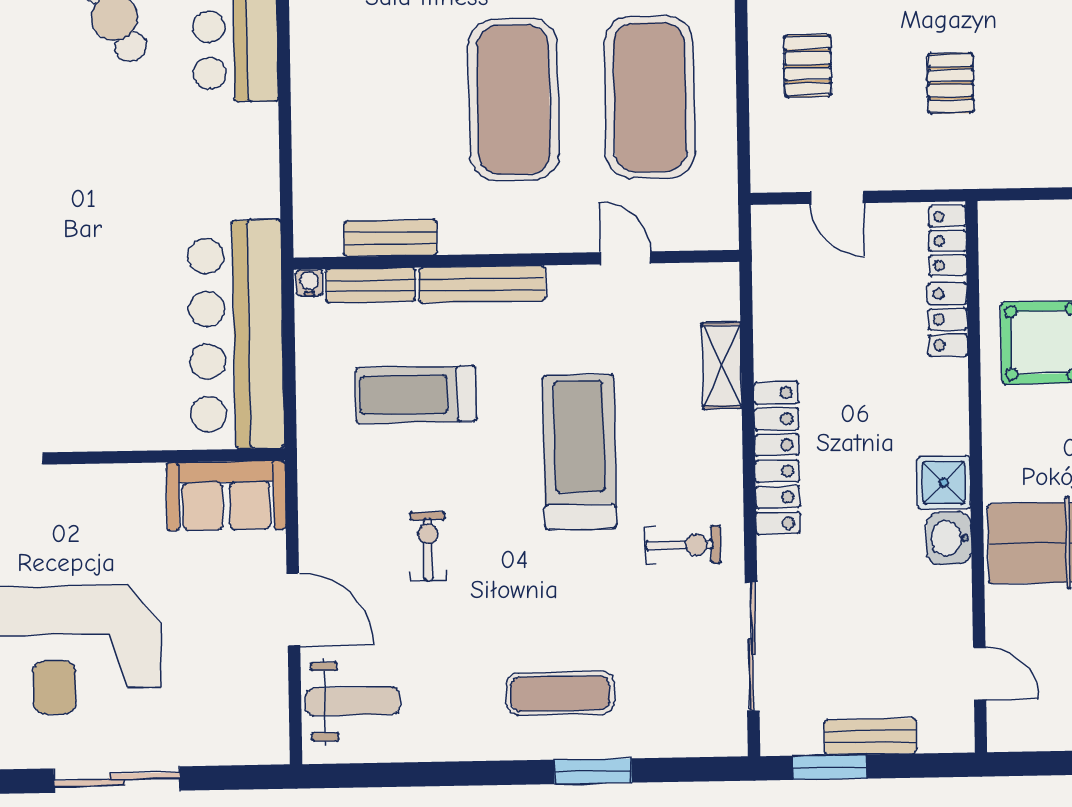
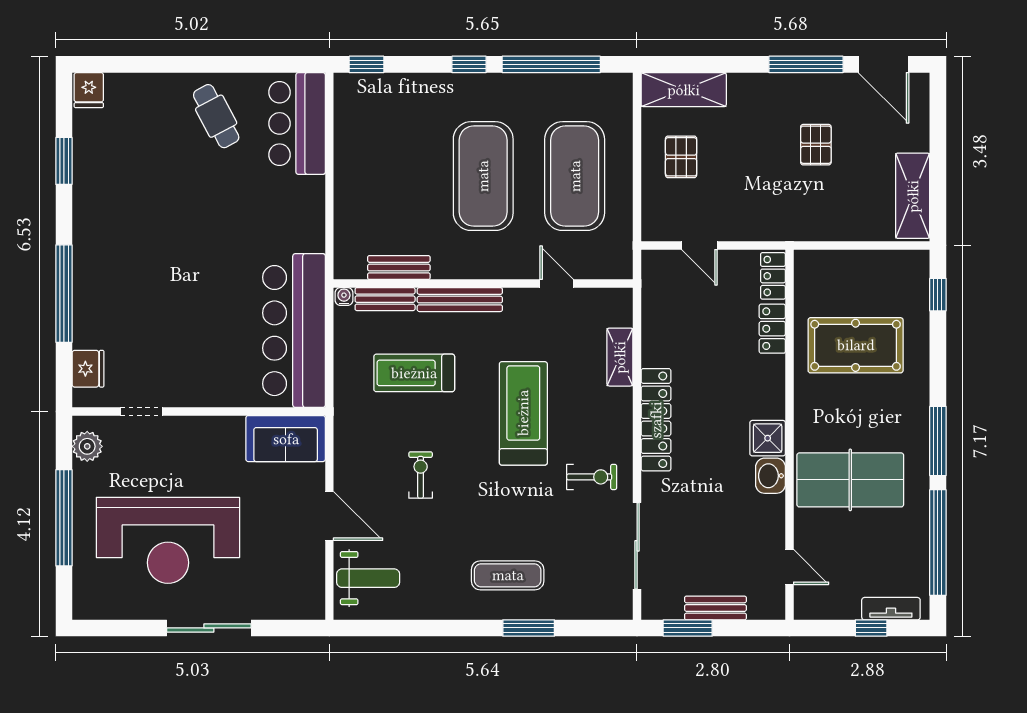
pallet: (951, 83) -> (816, 145), moved

